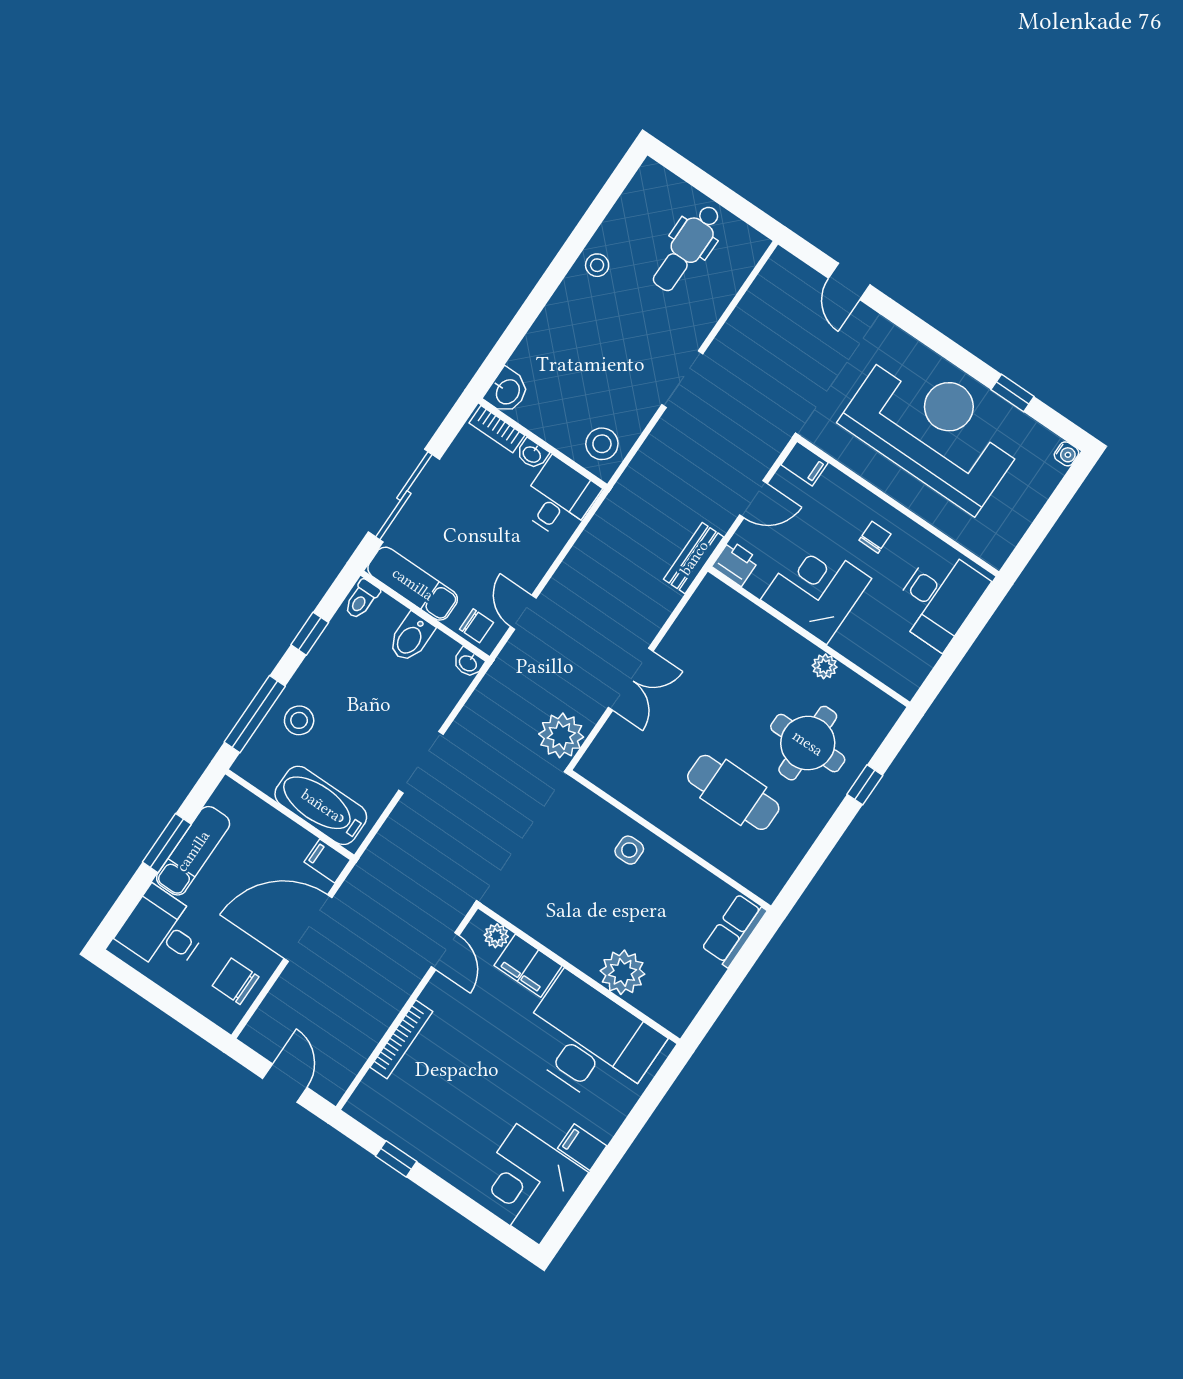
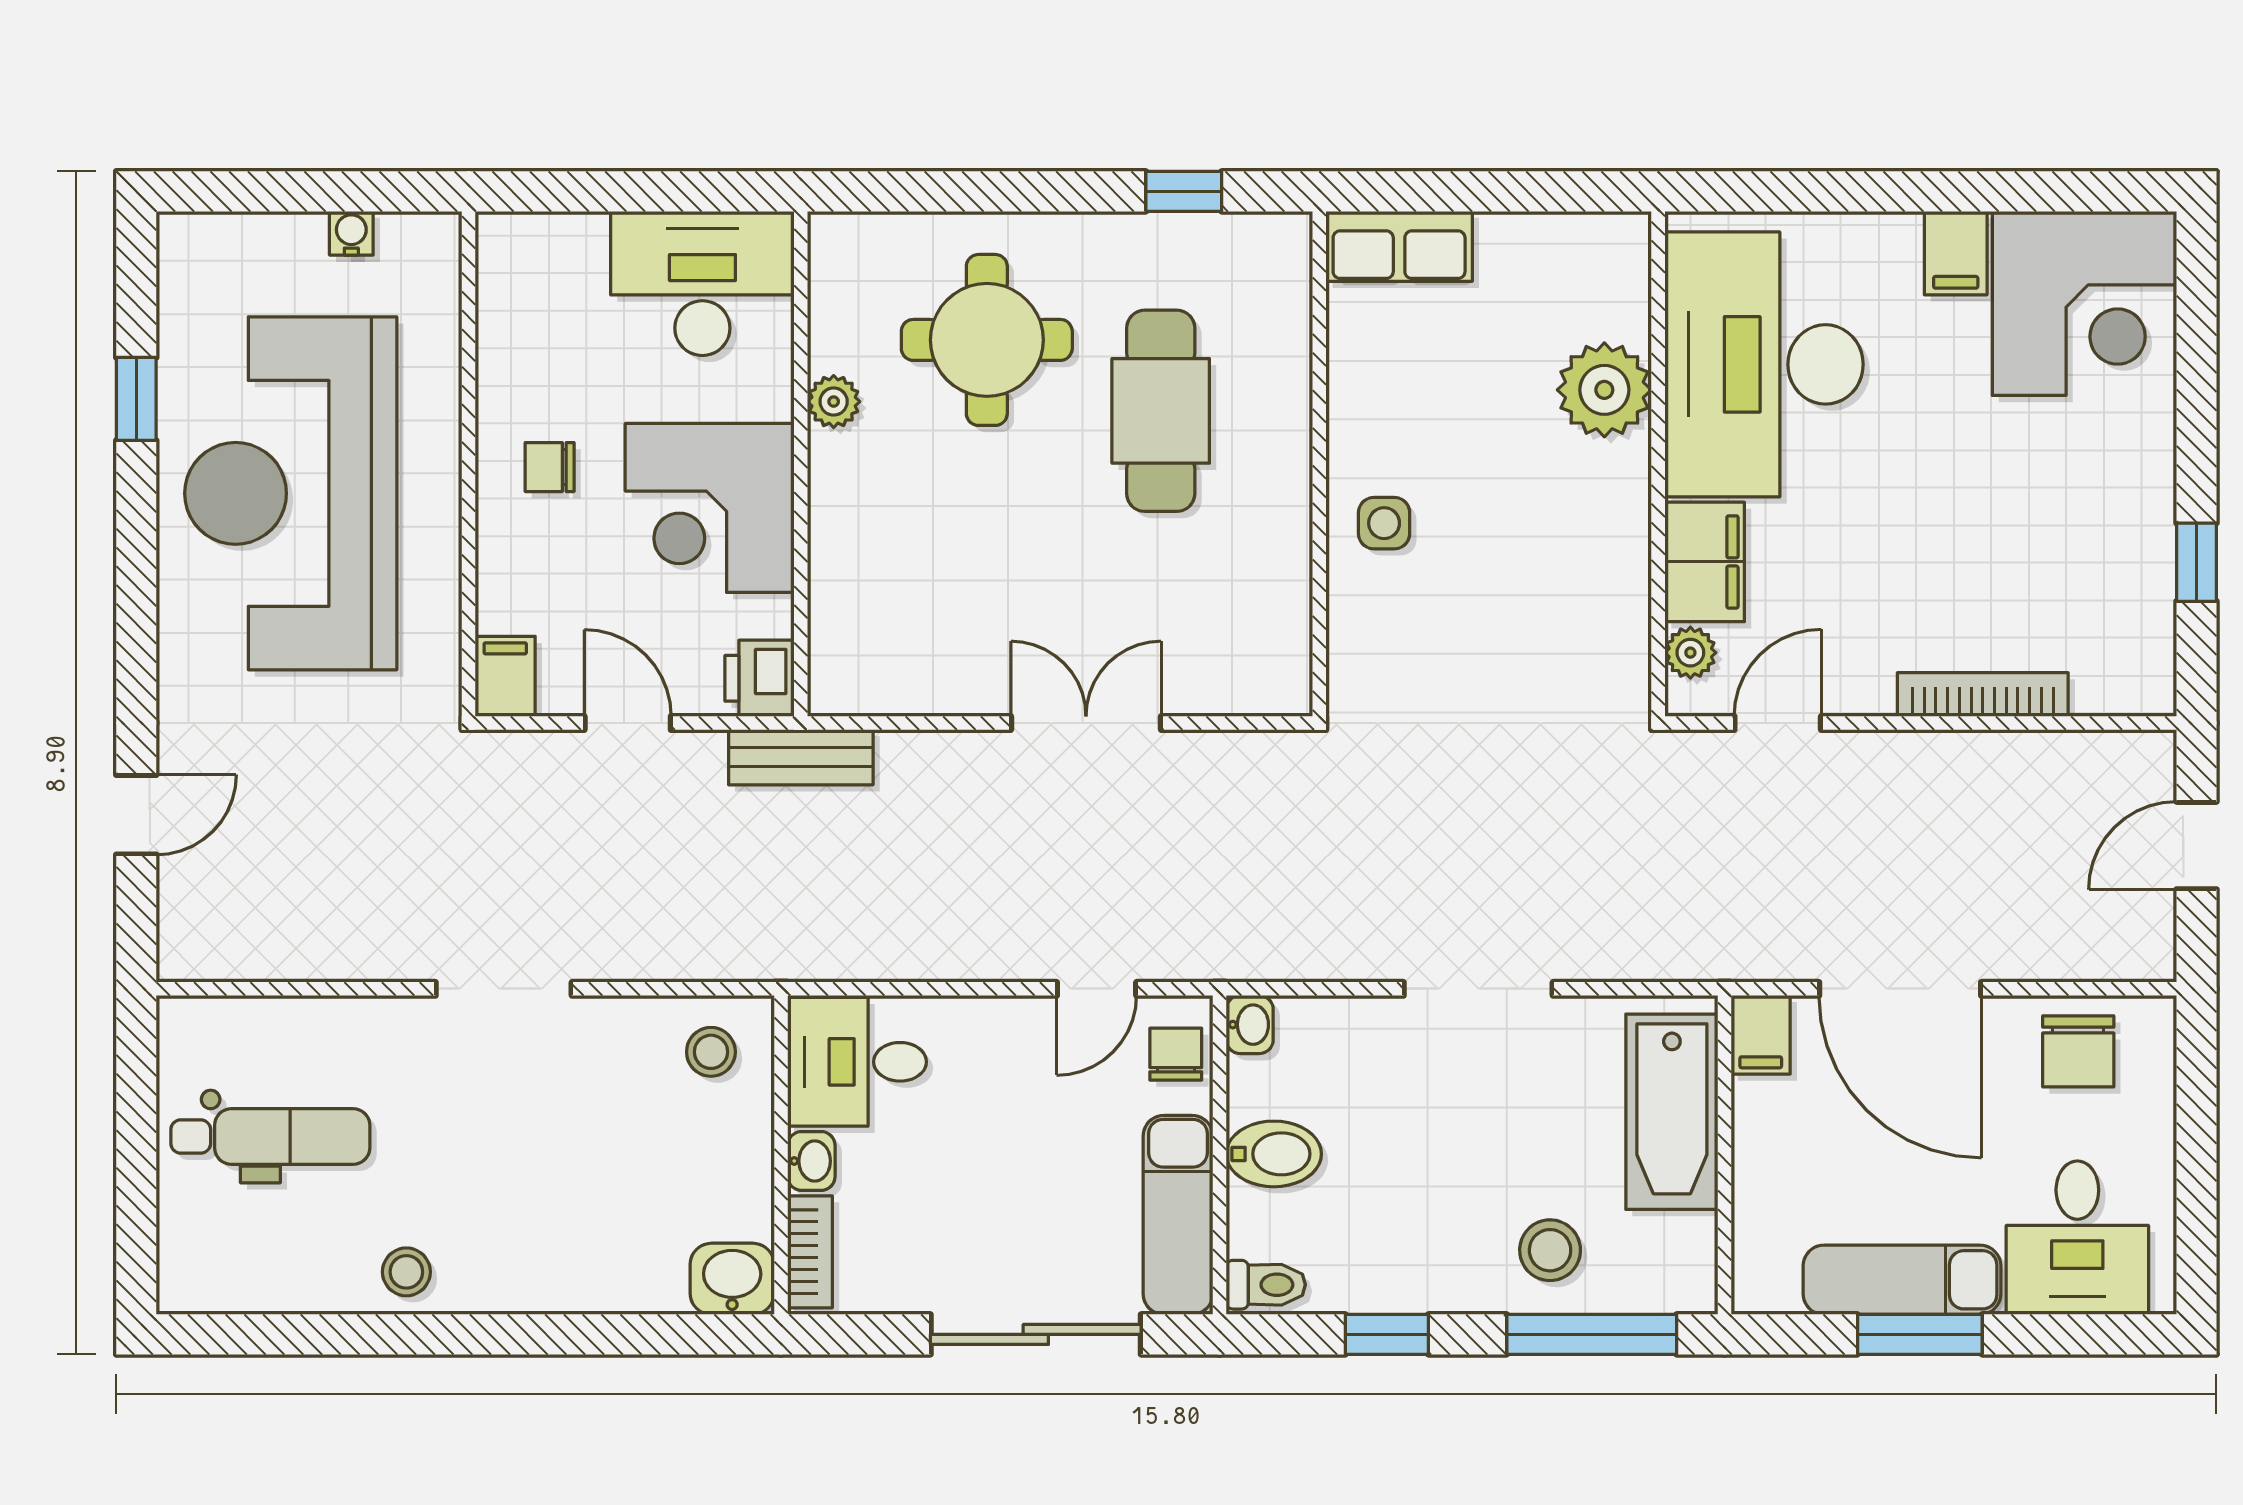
stool: (602, 444) -> (711, 1052), width x0.73, depth x0.73
water cooler: (1066, 454) -> (351, 233), moved
desk: (939, 598) -> (702, 283), moved
plant: (561, 735) -> (1266, 777), removed
window: (865, 785) -> (1184, 191), moved

